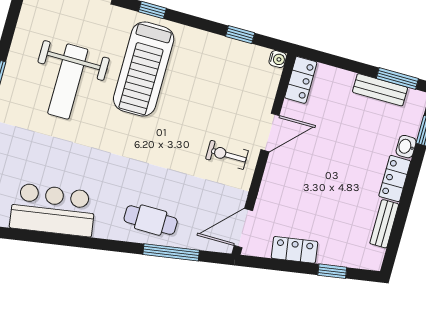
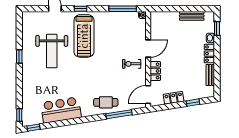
window: (240, 35) -> (123, 9), width x2.17
window: (397, 79) -> (198, 9), removed
locker: (301, 80) -> (155, 71), moved

